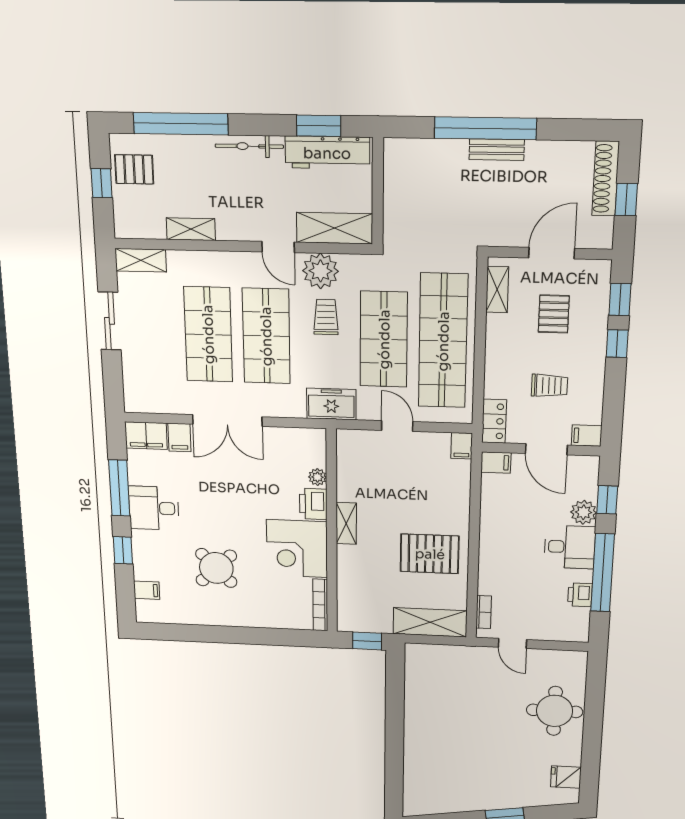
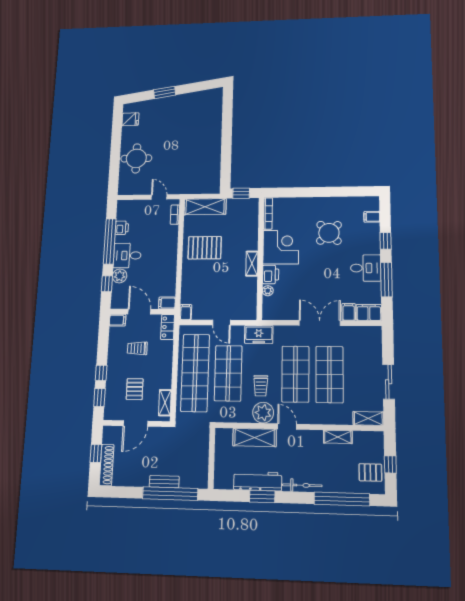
wall: (378, 191) -> (212, 458), moved

